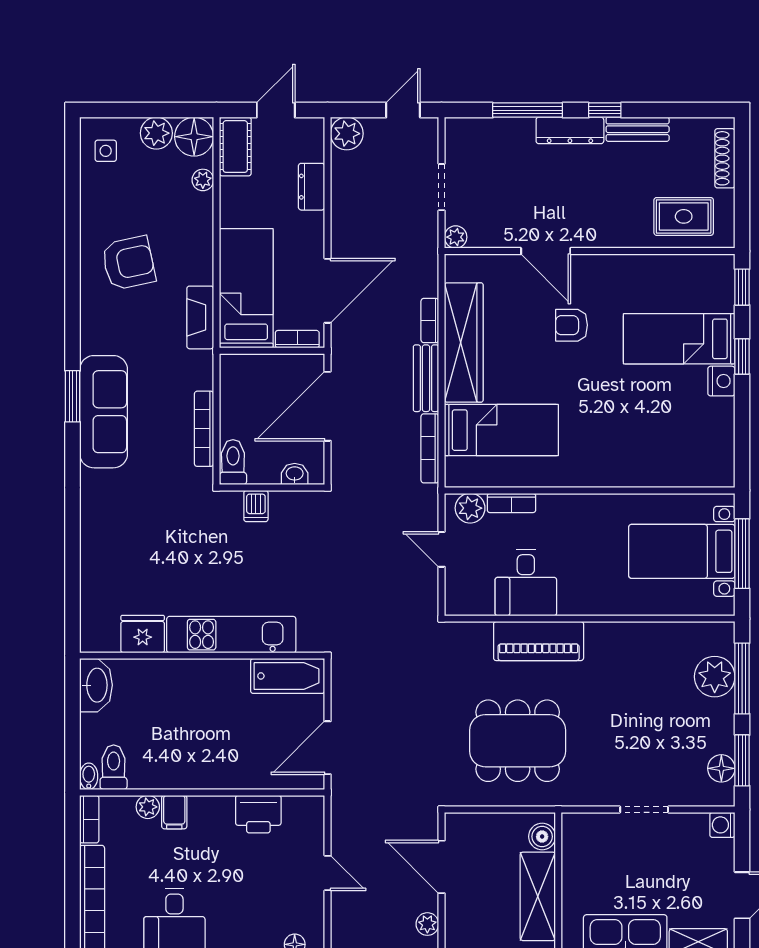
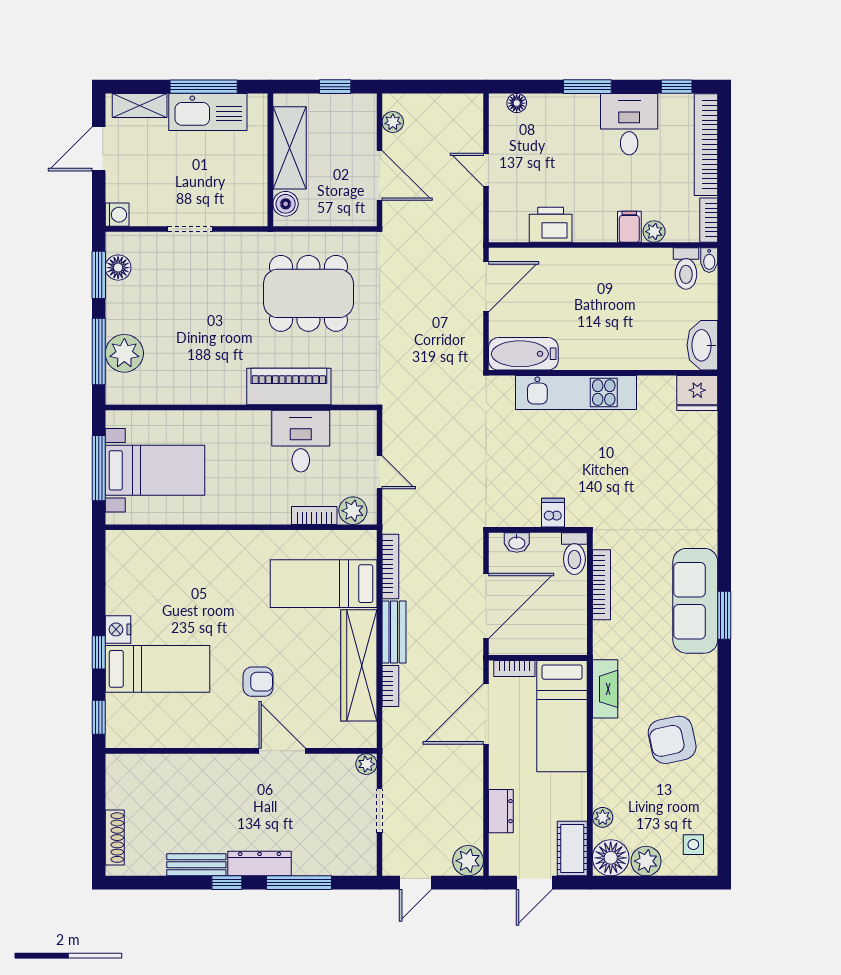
rug: (684, 216) -> (153, 783), removed
fridge: (143, 634) -> (697, 393), moved

